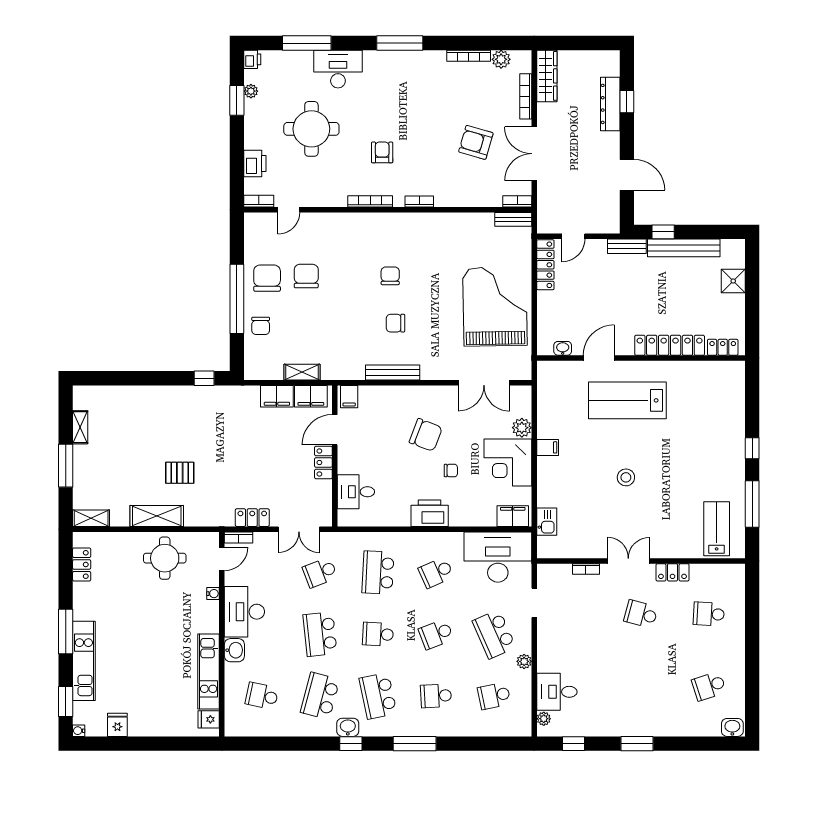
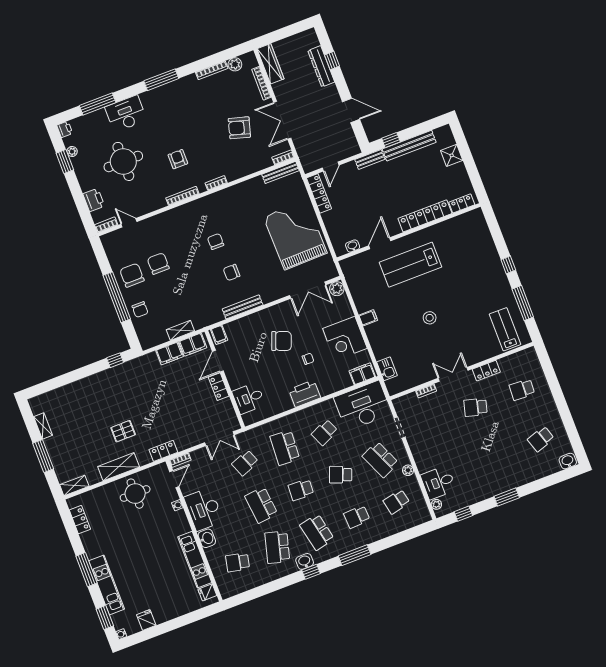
door: (289, 210) -> (129, 223), swing flipped
bench: (513, 219) -> (281, 172), width x1.36
plant: (522, 428) -> (337, 289), moved
locker: (252, 518) -> (163, 451), moved
school desk: (436, 634) -> (341, 475), turned 42

